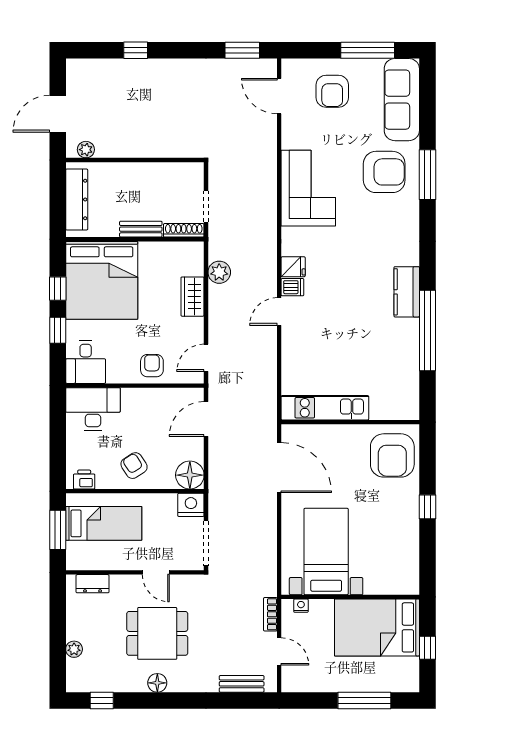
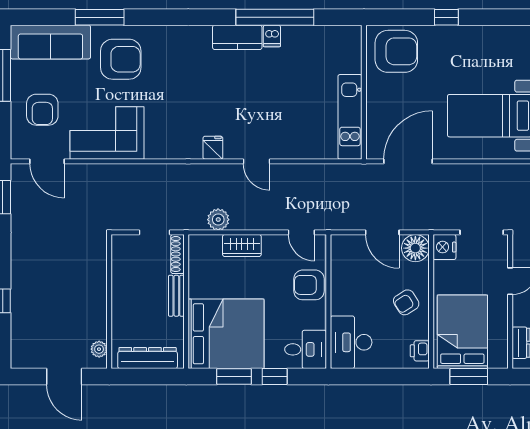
armchair: (332, 91) -> (42, 110), turned 90
door: (279, 96) -> (47, 161), hinge flipped
armchair: (384, 172) -> (121, 59), turned 90
window: (427, 175) -> (100, 17), moved
corner sofa: (308, 188) -> (107, 133), moved
dishwasher: (292, 287) -> (272, 36), moved, turned 180
window: (58, 289) -> (234, 377), width x1.50
armchair: (152, 366) -> (309, 285), width x1.38, depth x1.38
door: (206, 419) -> (382, 232), moved
bed: (104, 523) -> (462, 332), width x1.50

